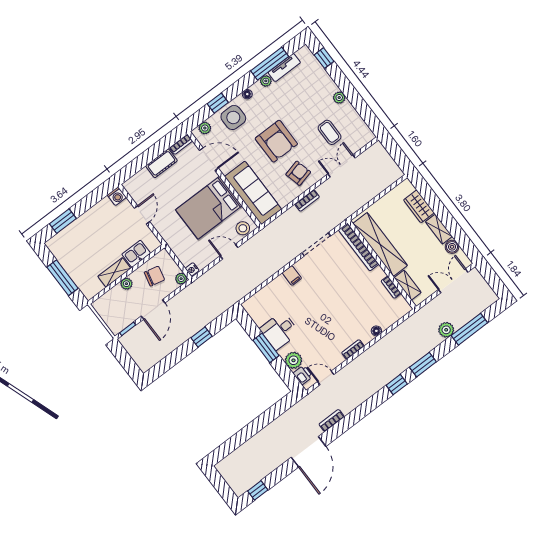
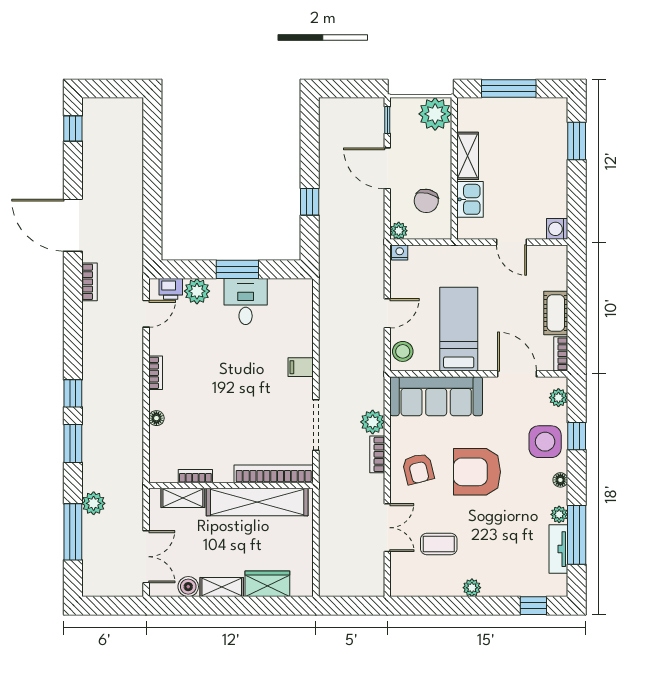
door: (209, 159) -> (517, 374), swing flipped
bed: (209, 208) -> (459, 329), width x0.67
plant: (292, 216) -> (373, 422), added
plant: (126, 284) -> (435, 114), moved, width x1.87, depth x1.87

